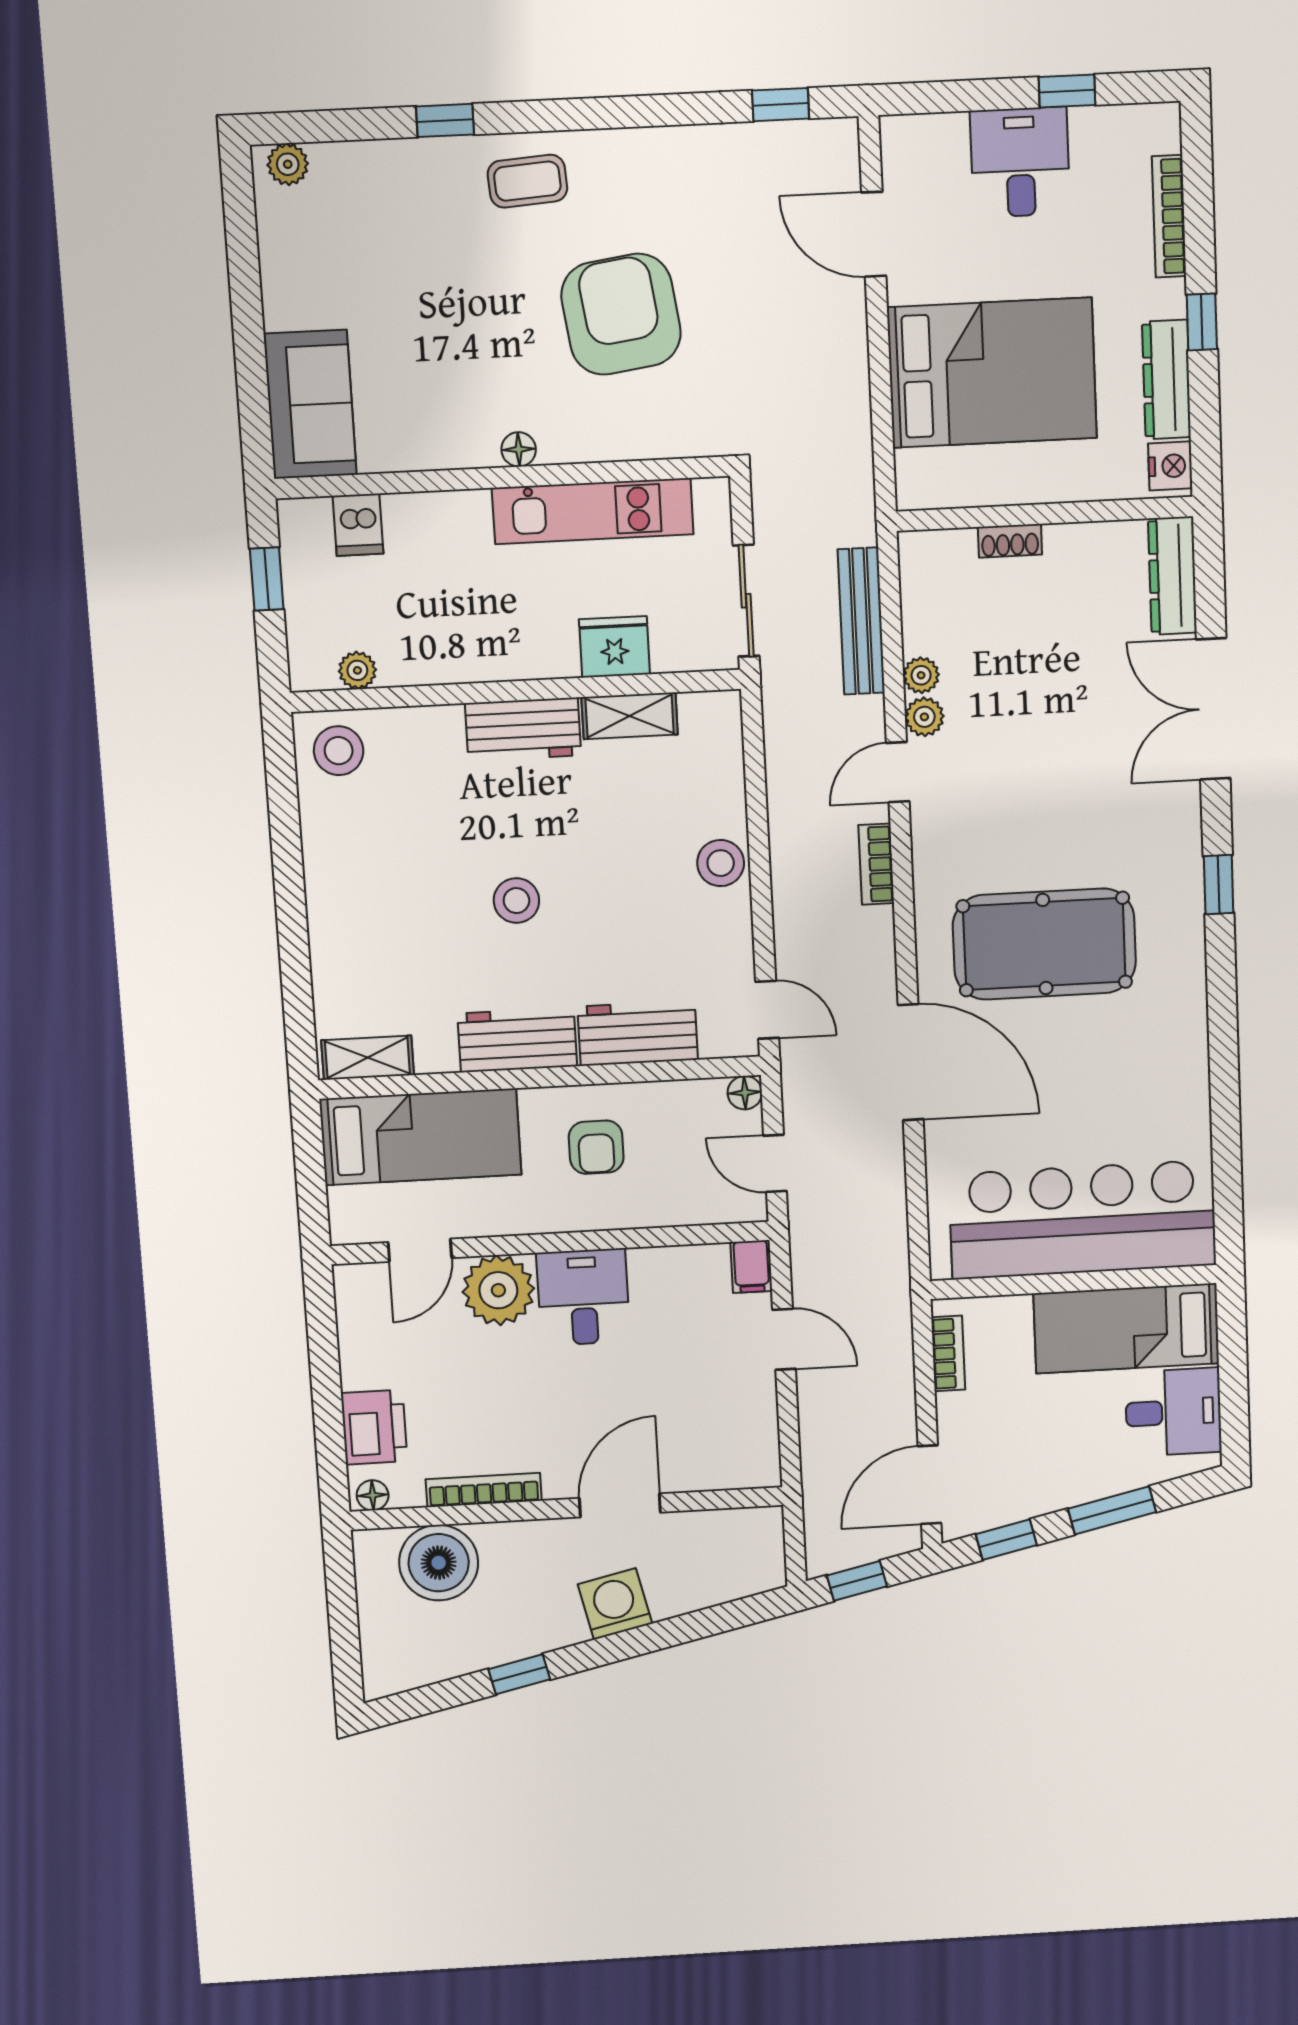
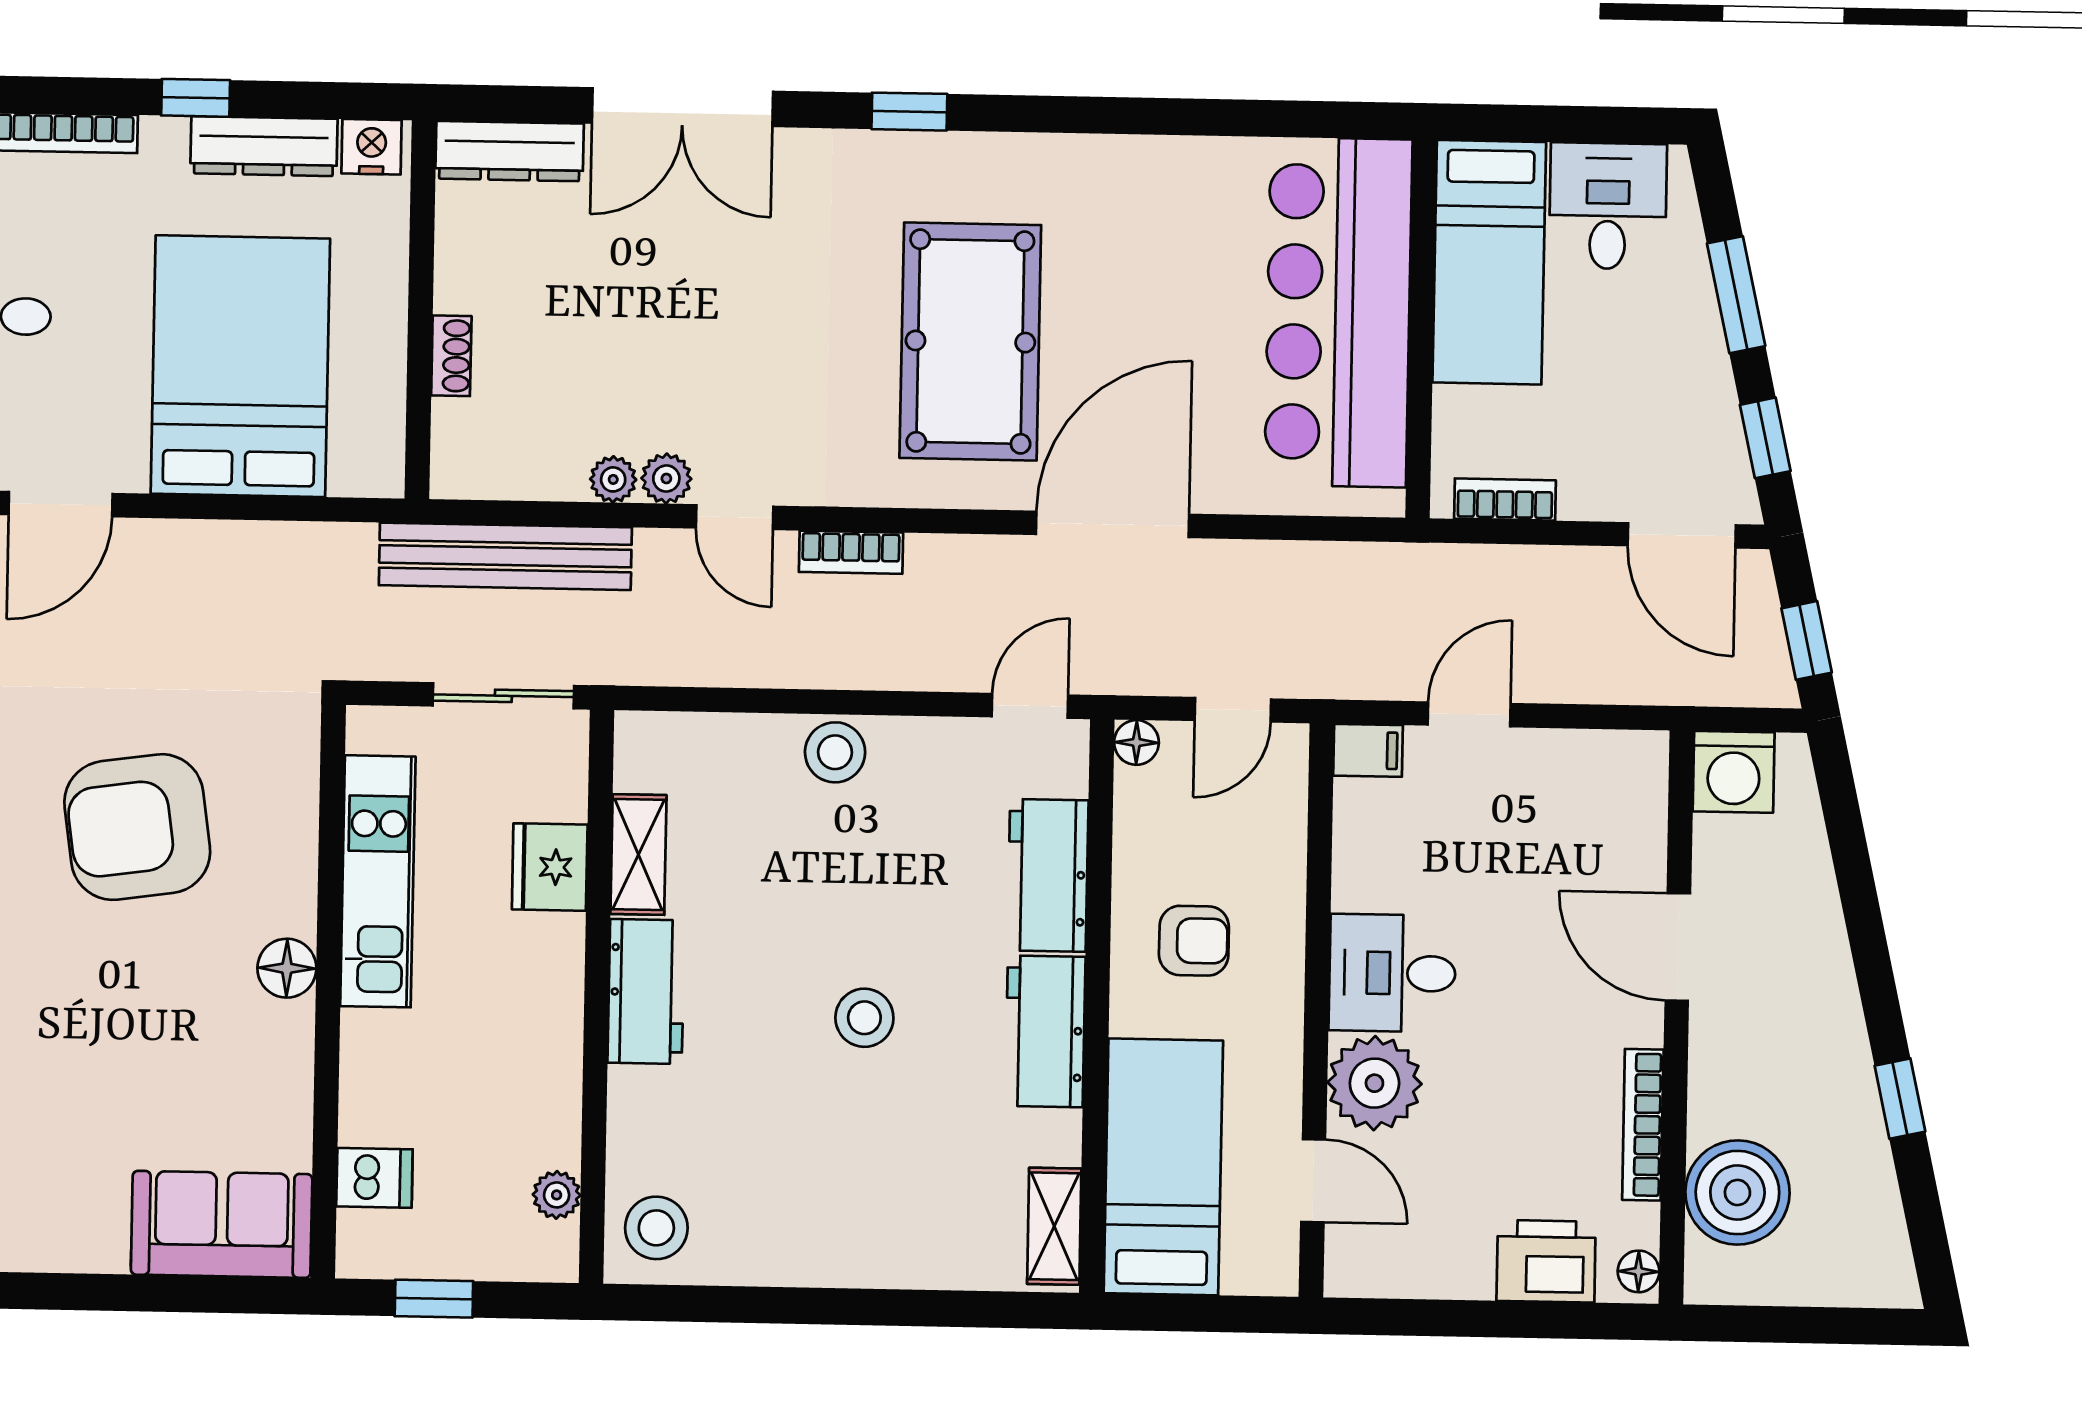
floor lamp: (519, 449) -> (287, 968), width x1.37, depth x1.37
bench: (861, 621) -> (505, 556), width x1.37, depth x1.21
washing machine: (615, 1604) -> (1734, 772), moved, turned -77

